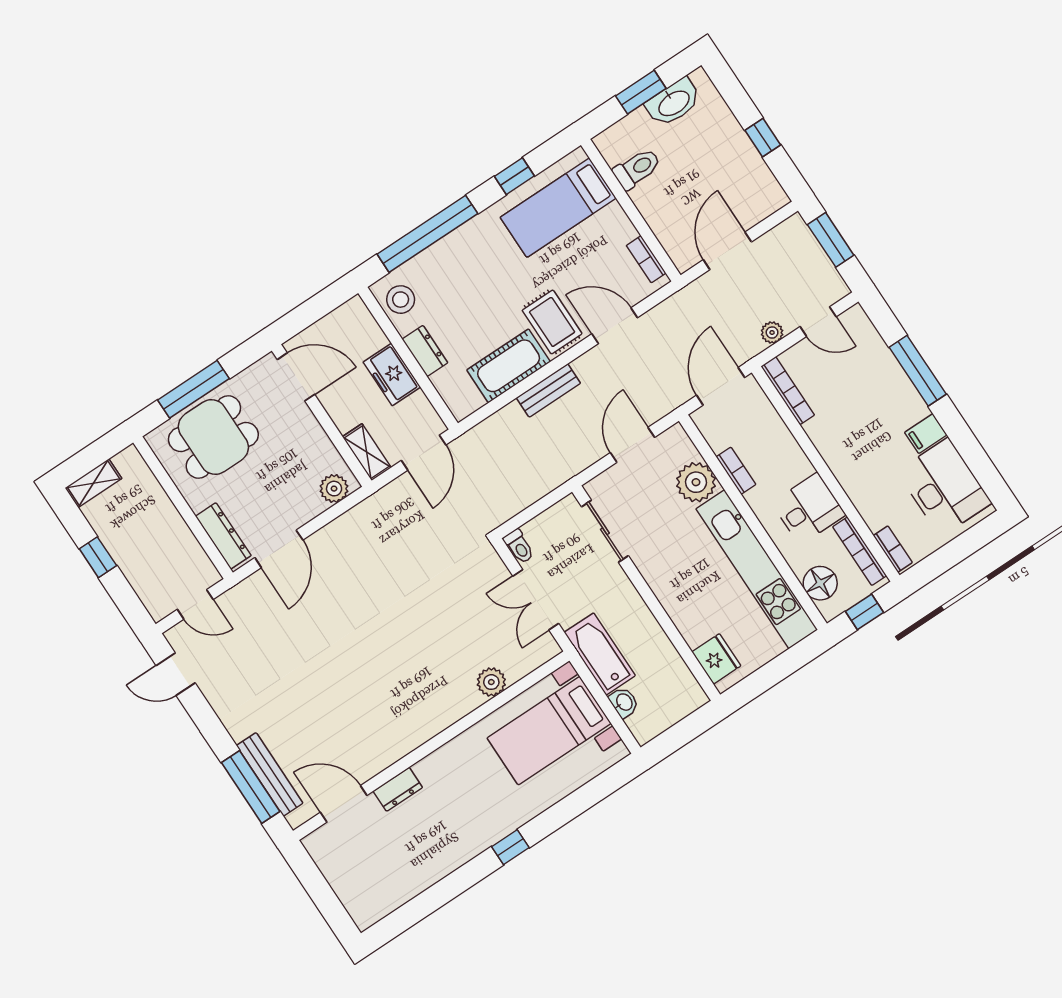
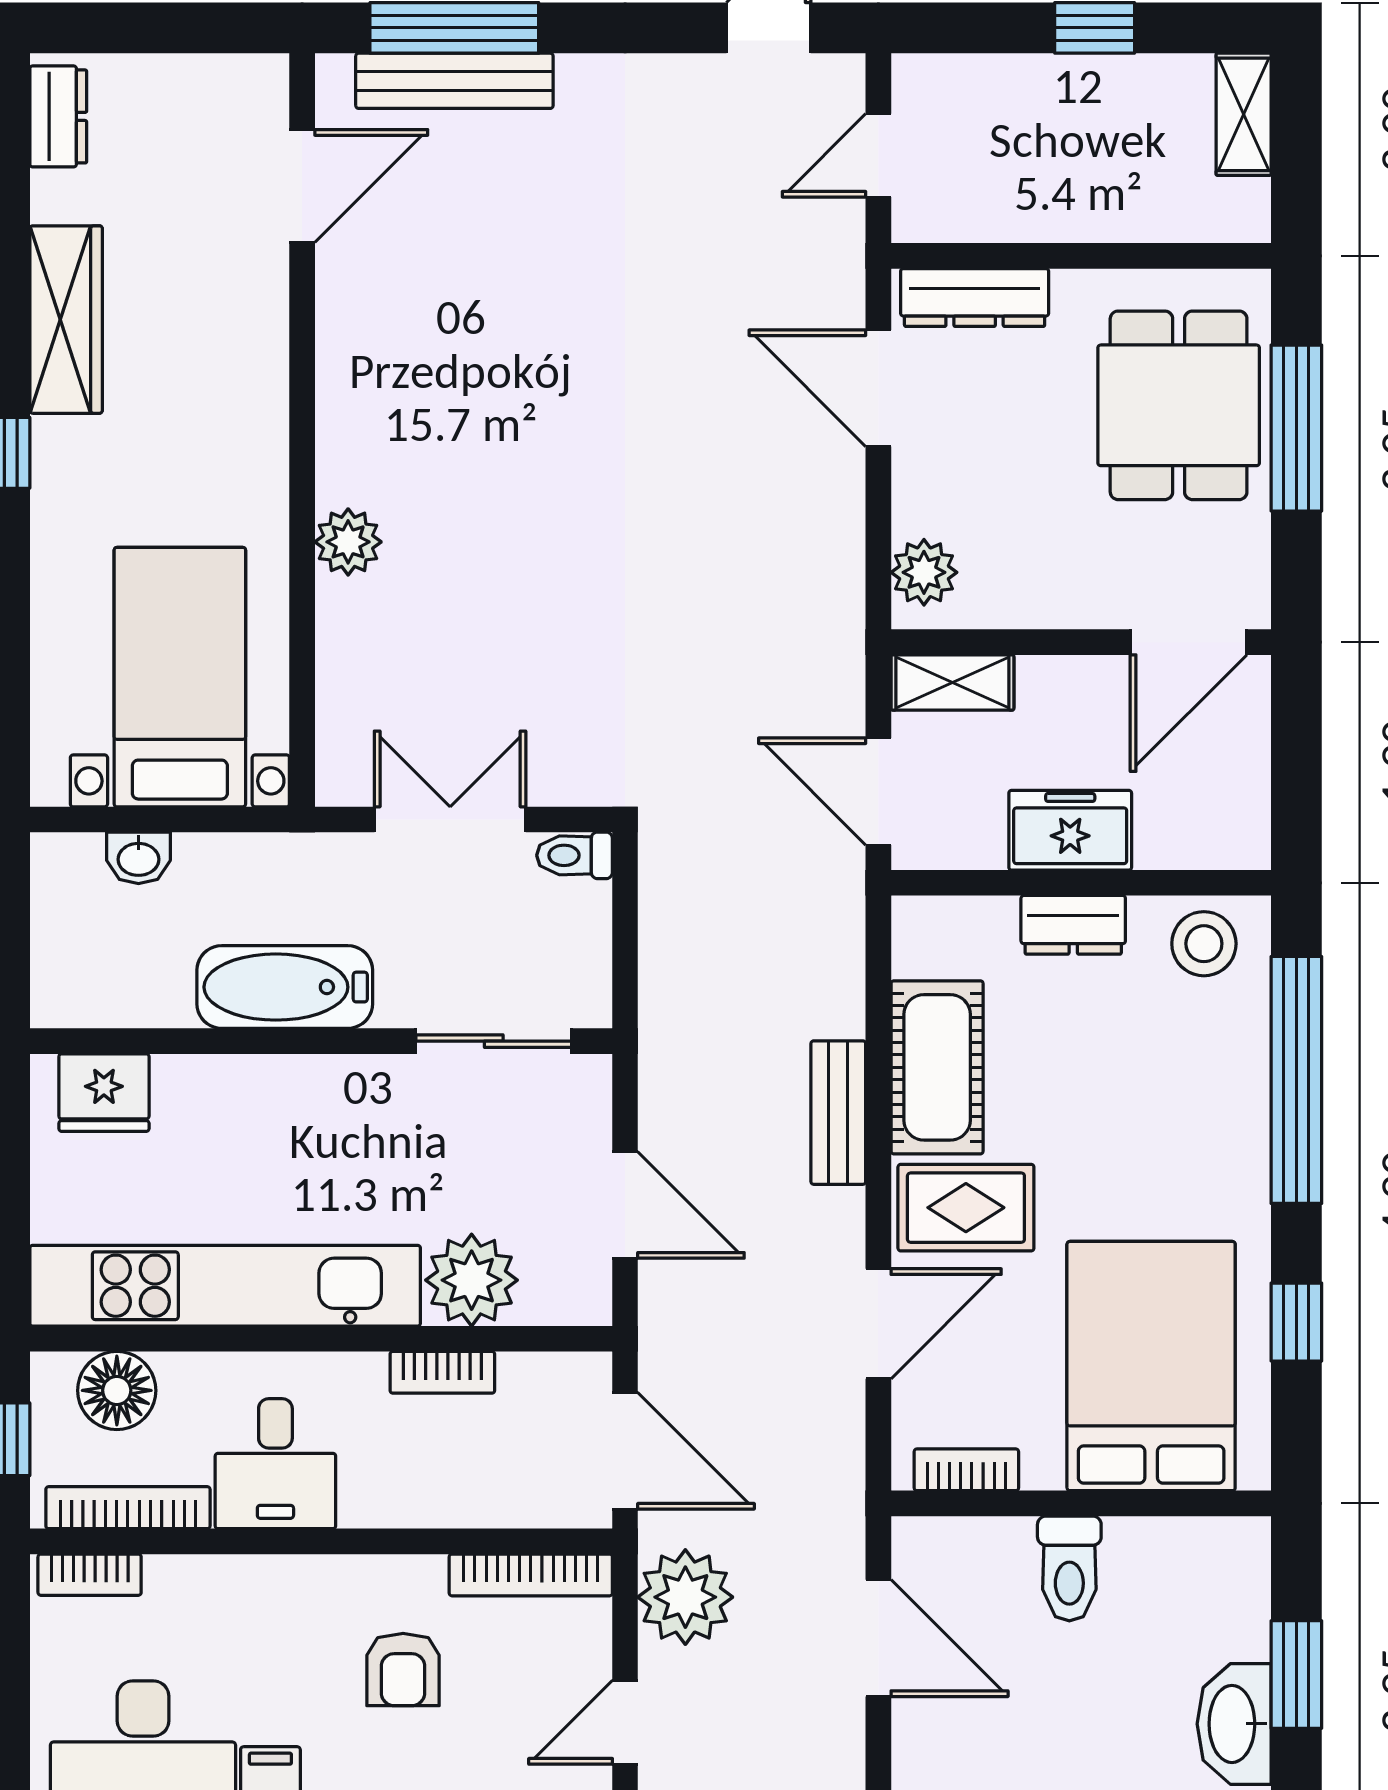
toilet: (637, 169) -> (1069, 1568), moved
bed: (558, 208) -> (1151, 1366), width x1.50
plant: (772, 333) -> (685, 1597), width x1.87, depth x1.87
armchair: (852, 414) -> (403, 1670), added
bathtub: (600, 654) -> (285, 987), moved, turned 180
plant: (491, 682) -> (348, 542), moved
dresser: (398, 789) -> (58, 116), moved, turned 180
wardrobe: (448, 857) -> (66, 320), added

